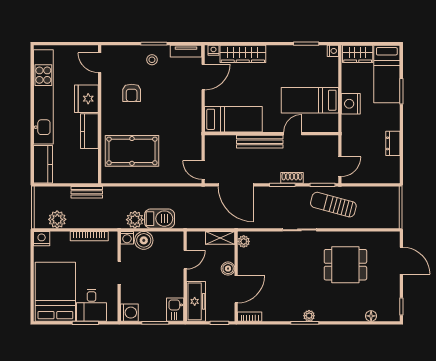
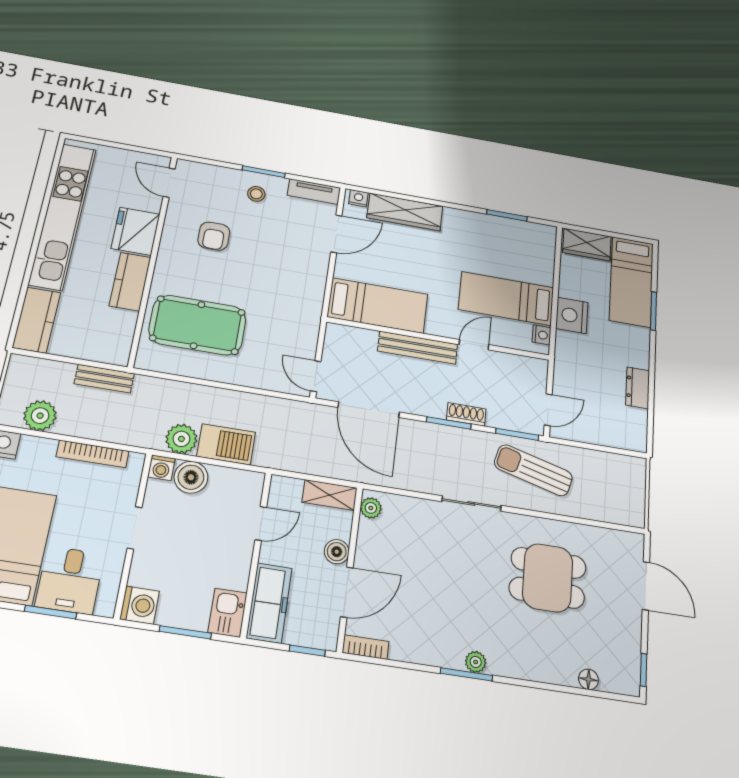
nightstand: (333, 51) -> (541, 335), moved

